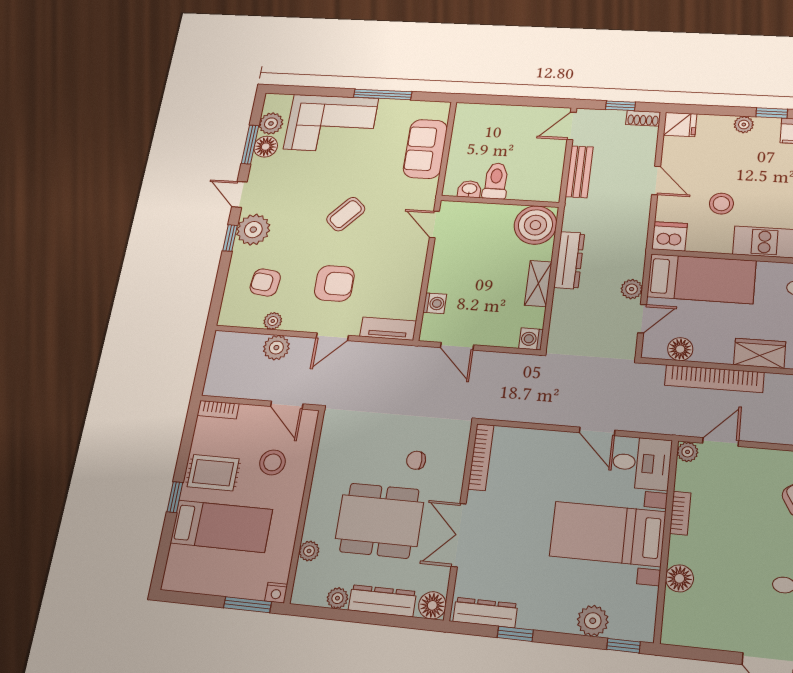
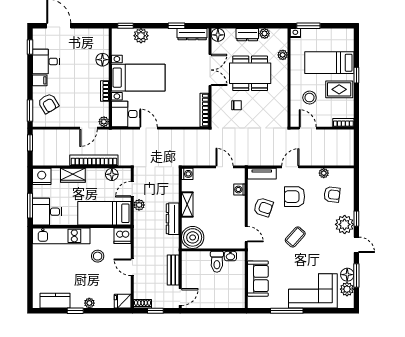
armchair: (395, 269) -> (263, 207), added
plant: (276, 348) -> (319, 159), removed
dresser: (382, 601) -> (247, 35), width x0.70

